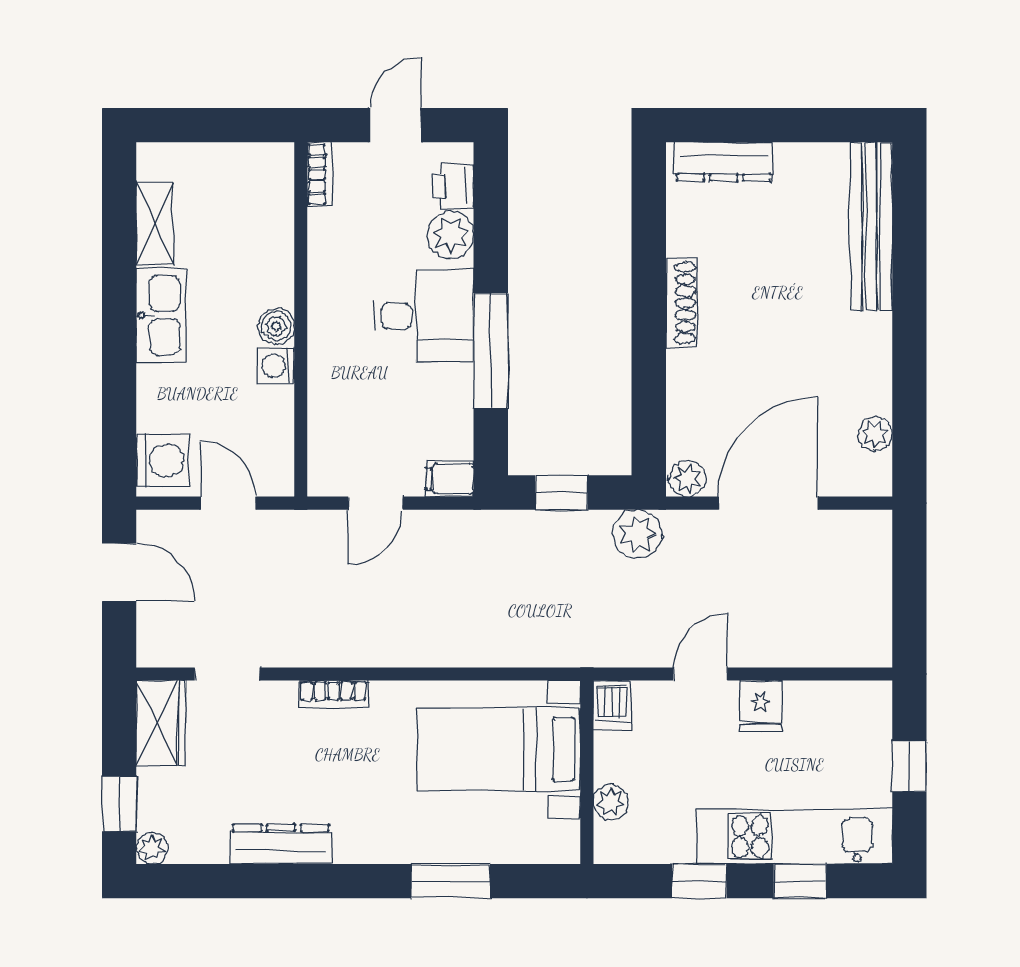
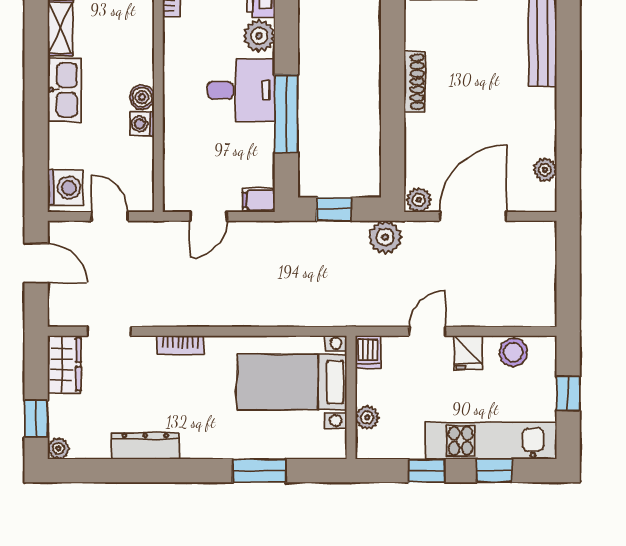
stool: (828, 705) -> (513, 352), added

